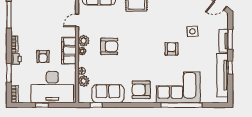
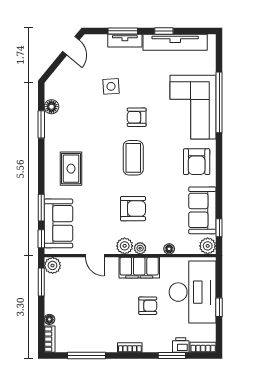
armchair: (109, 46) -> (133, 209), turned 90
coffee table: (144, 47) -> (133, 158), added
printer: (16, 59) -> (181, 345), moved
plant: (84, 81) -> (208, 246), moved

